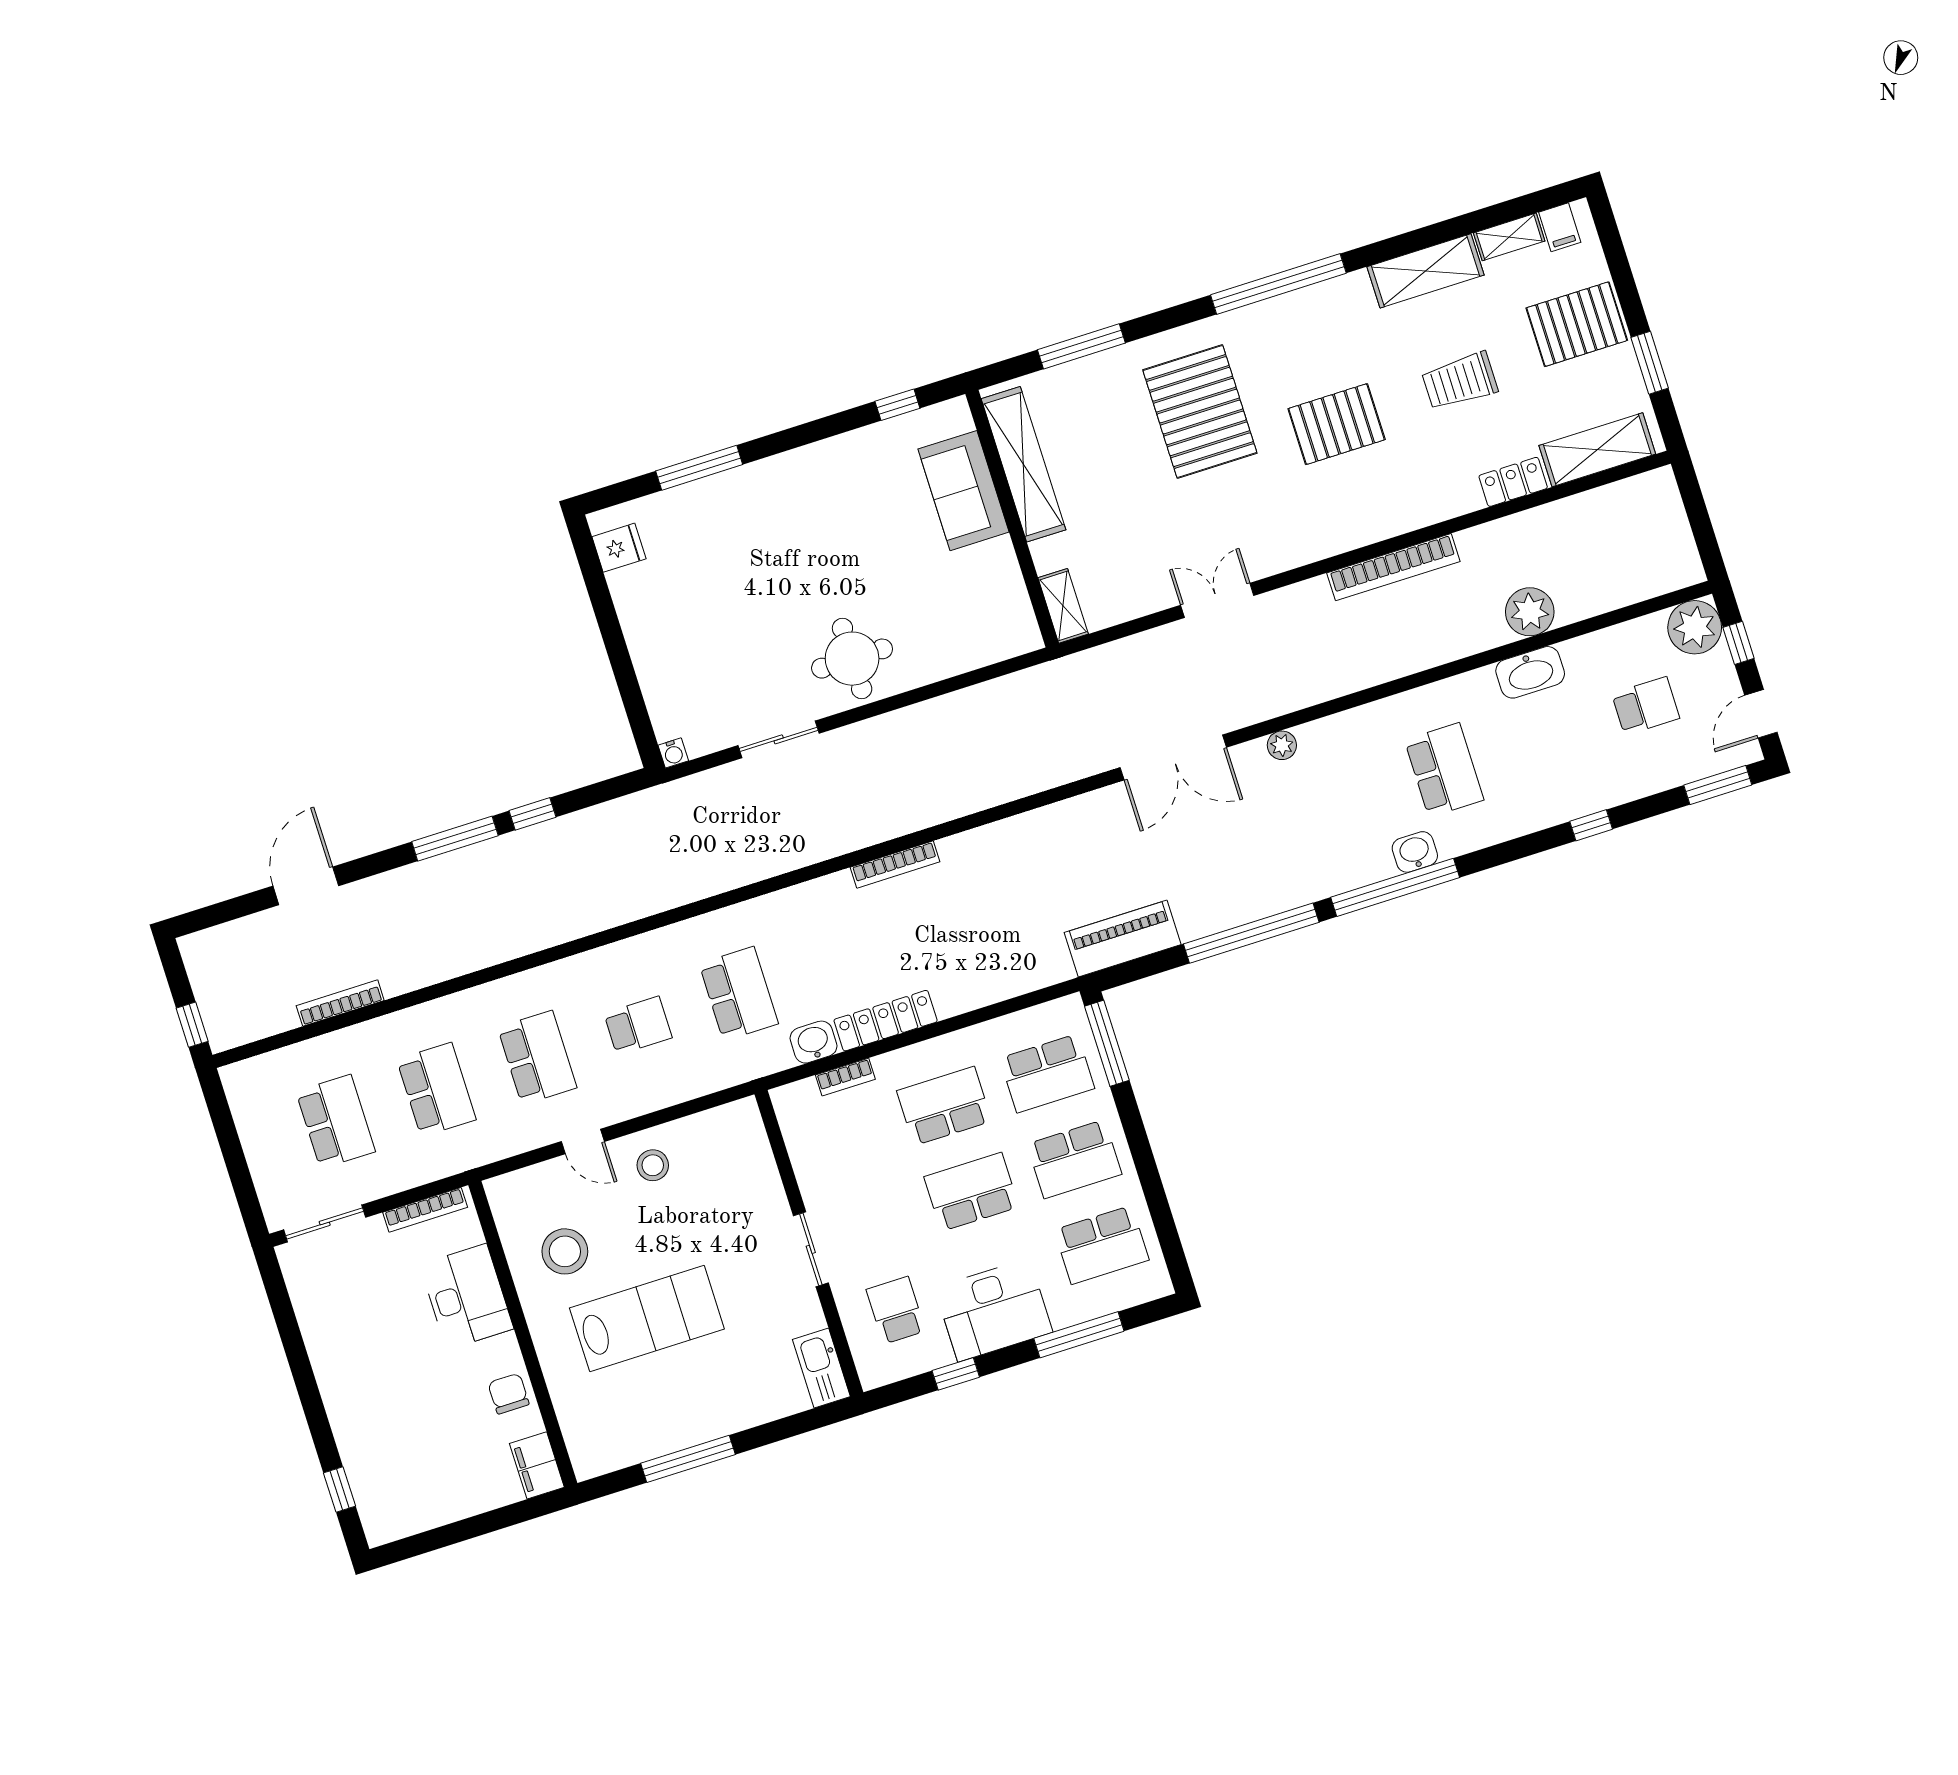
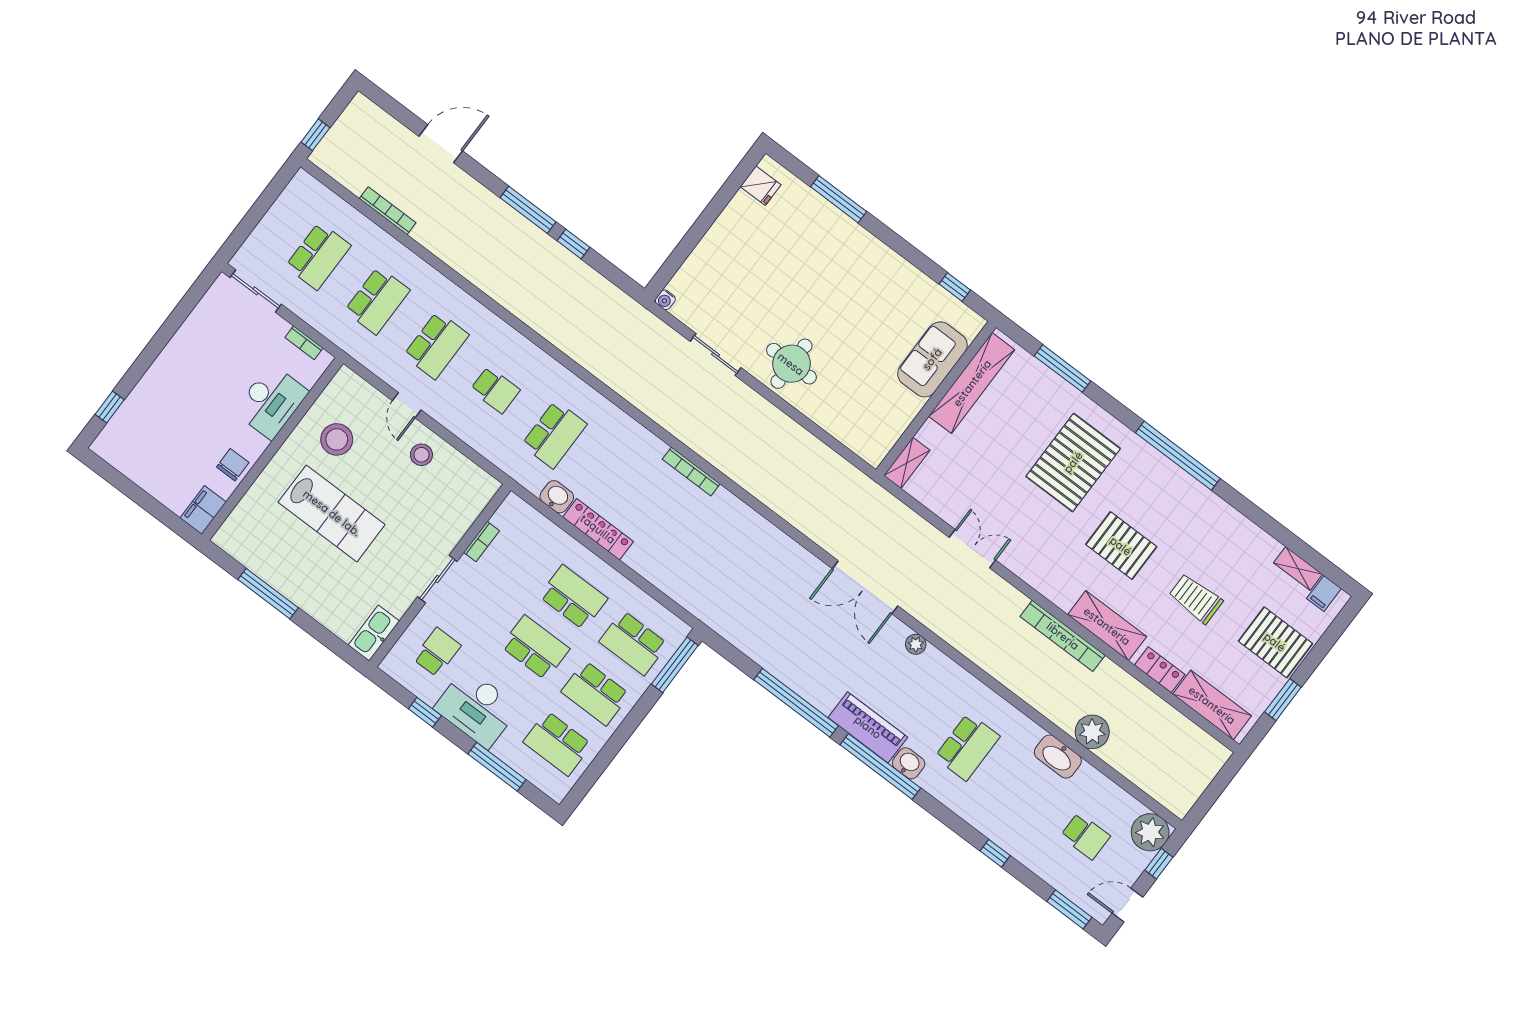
shelving: (1426, 271) -> (1107, 626), moved
piano: (1123, 939) -> (868, 727), moved
bookcase: (845, 1077) -> (481, 542), moved, turned -90
bookcase: (425, 1210) -> (304, 343), width x0.64

